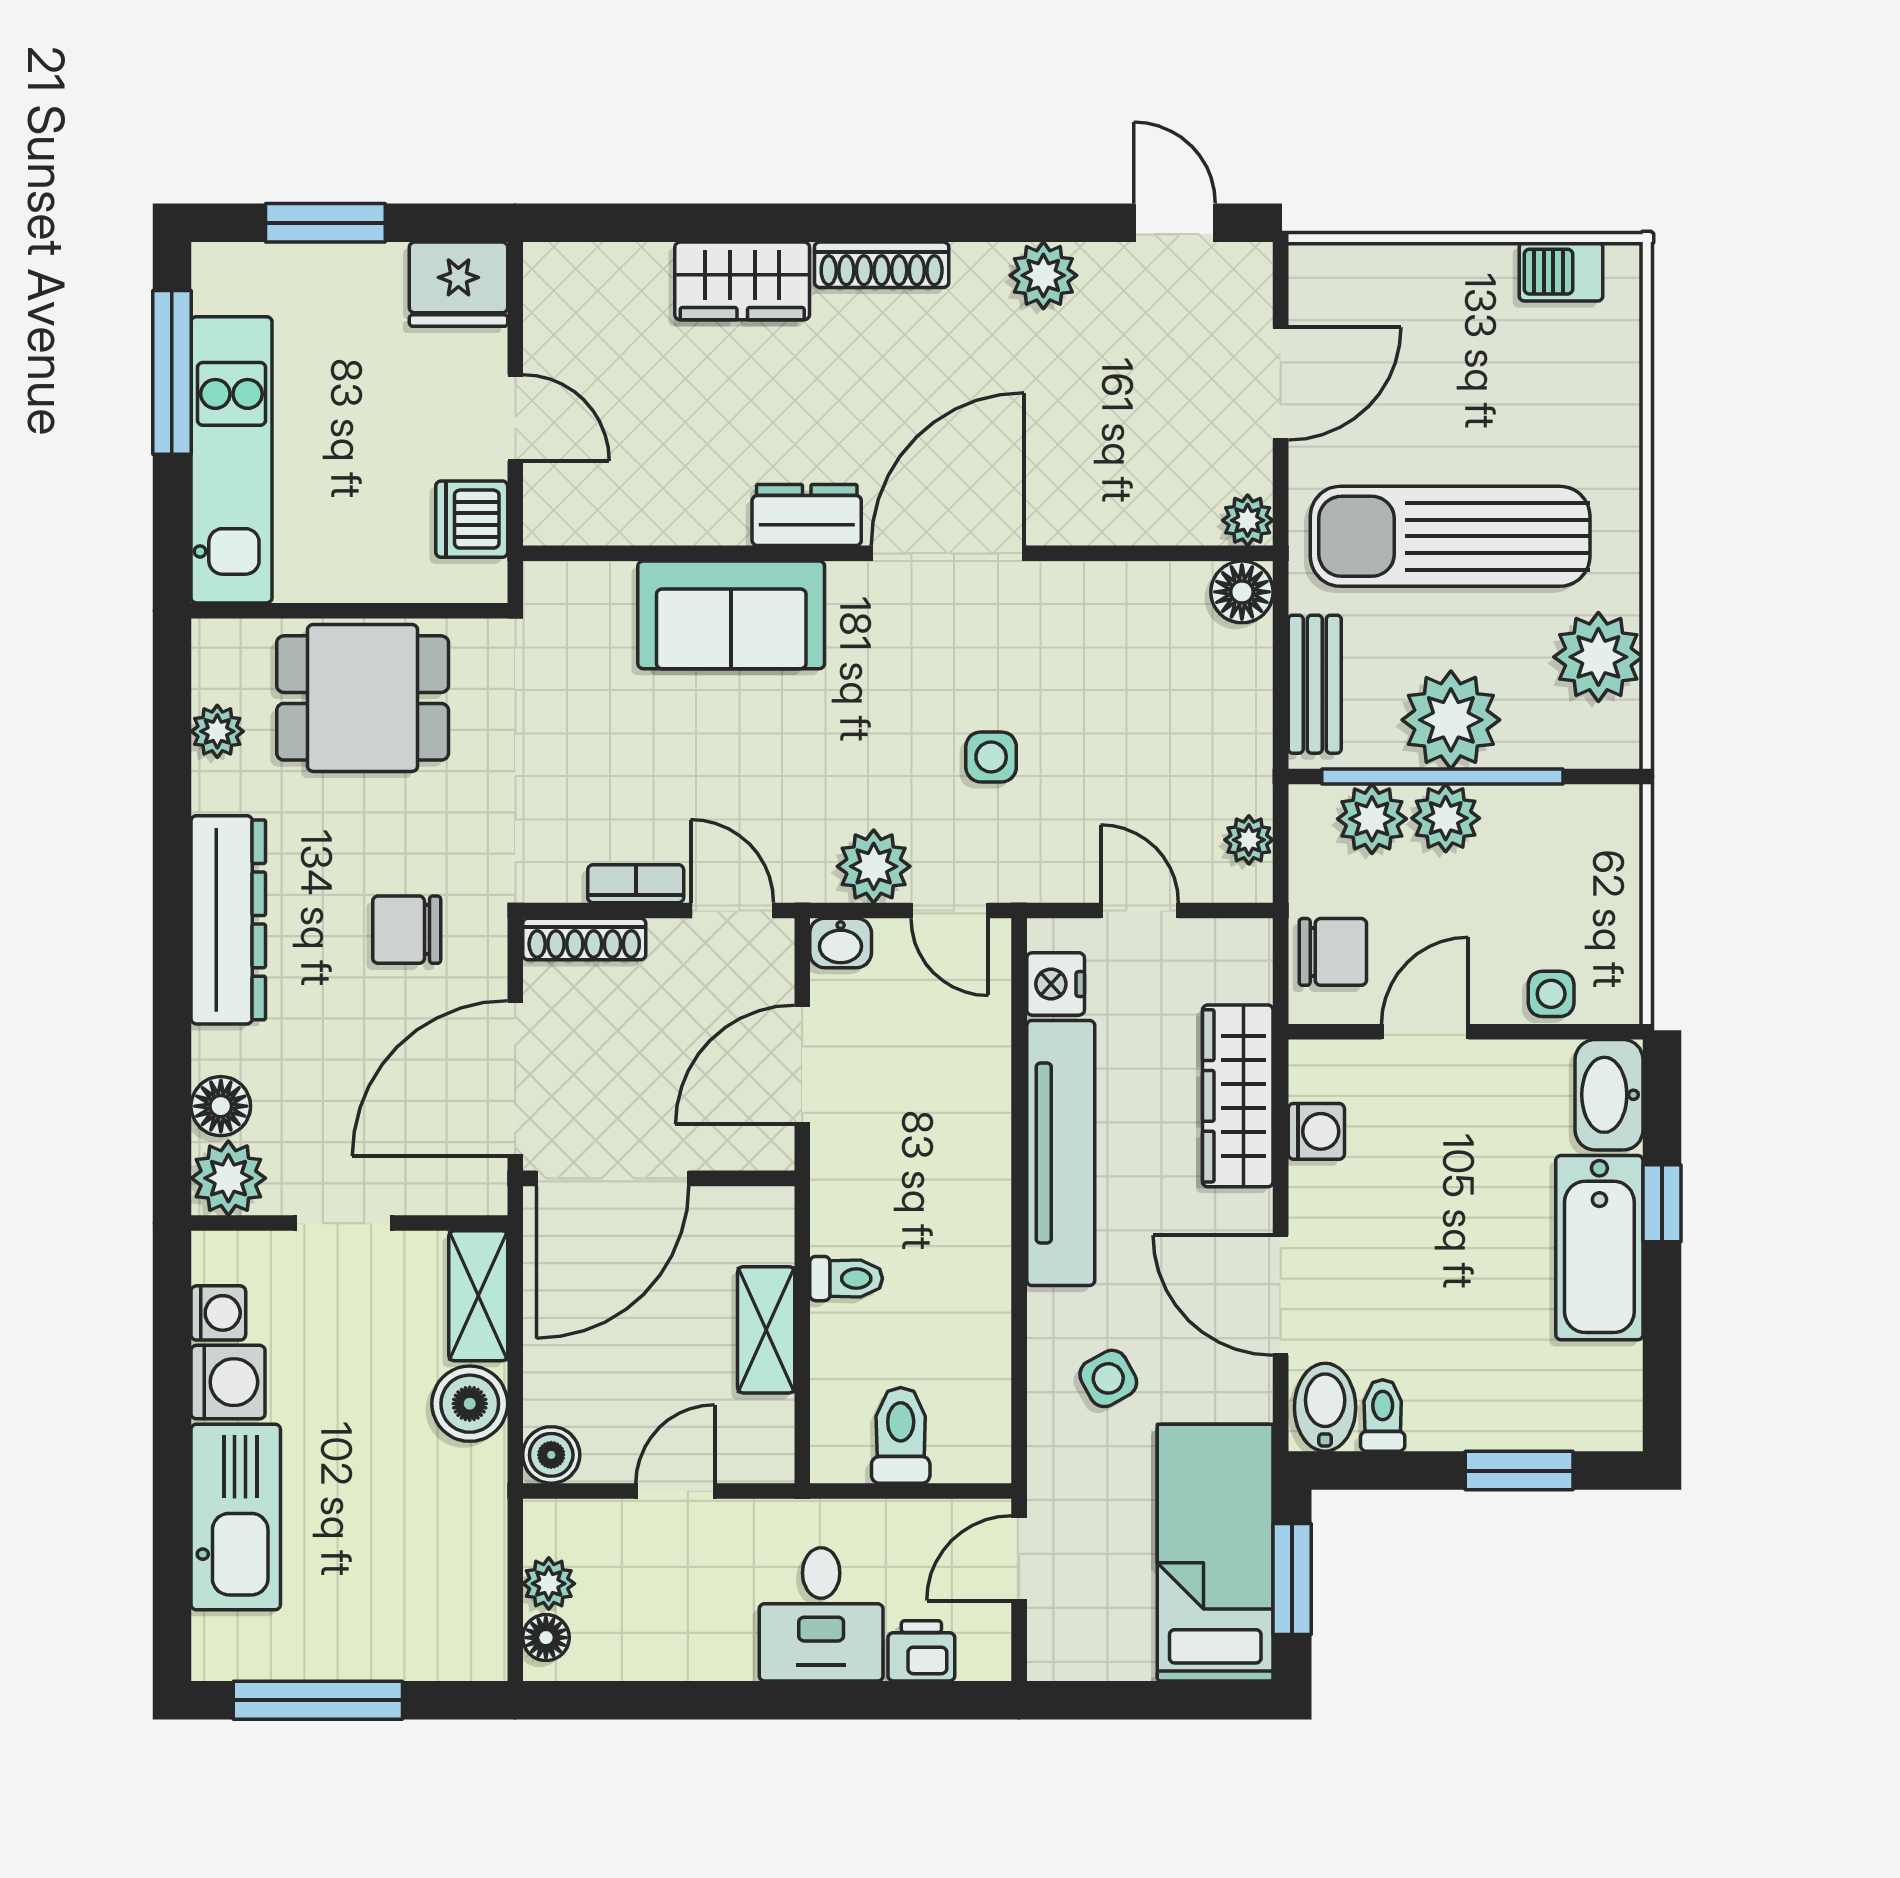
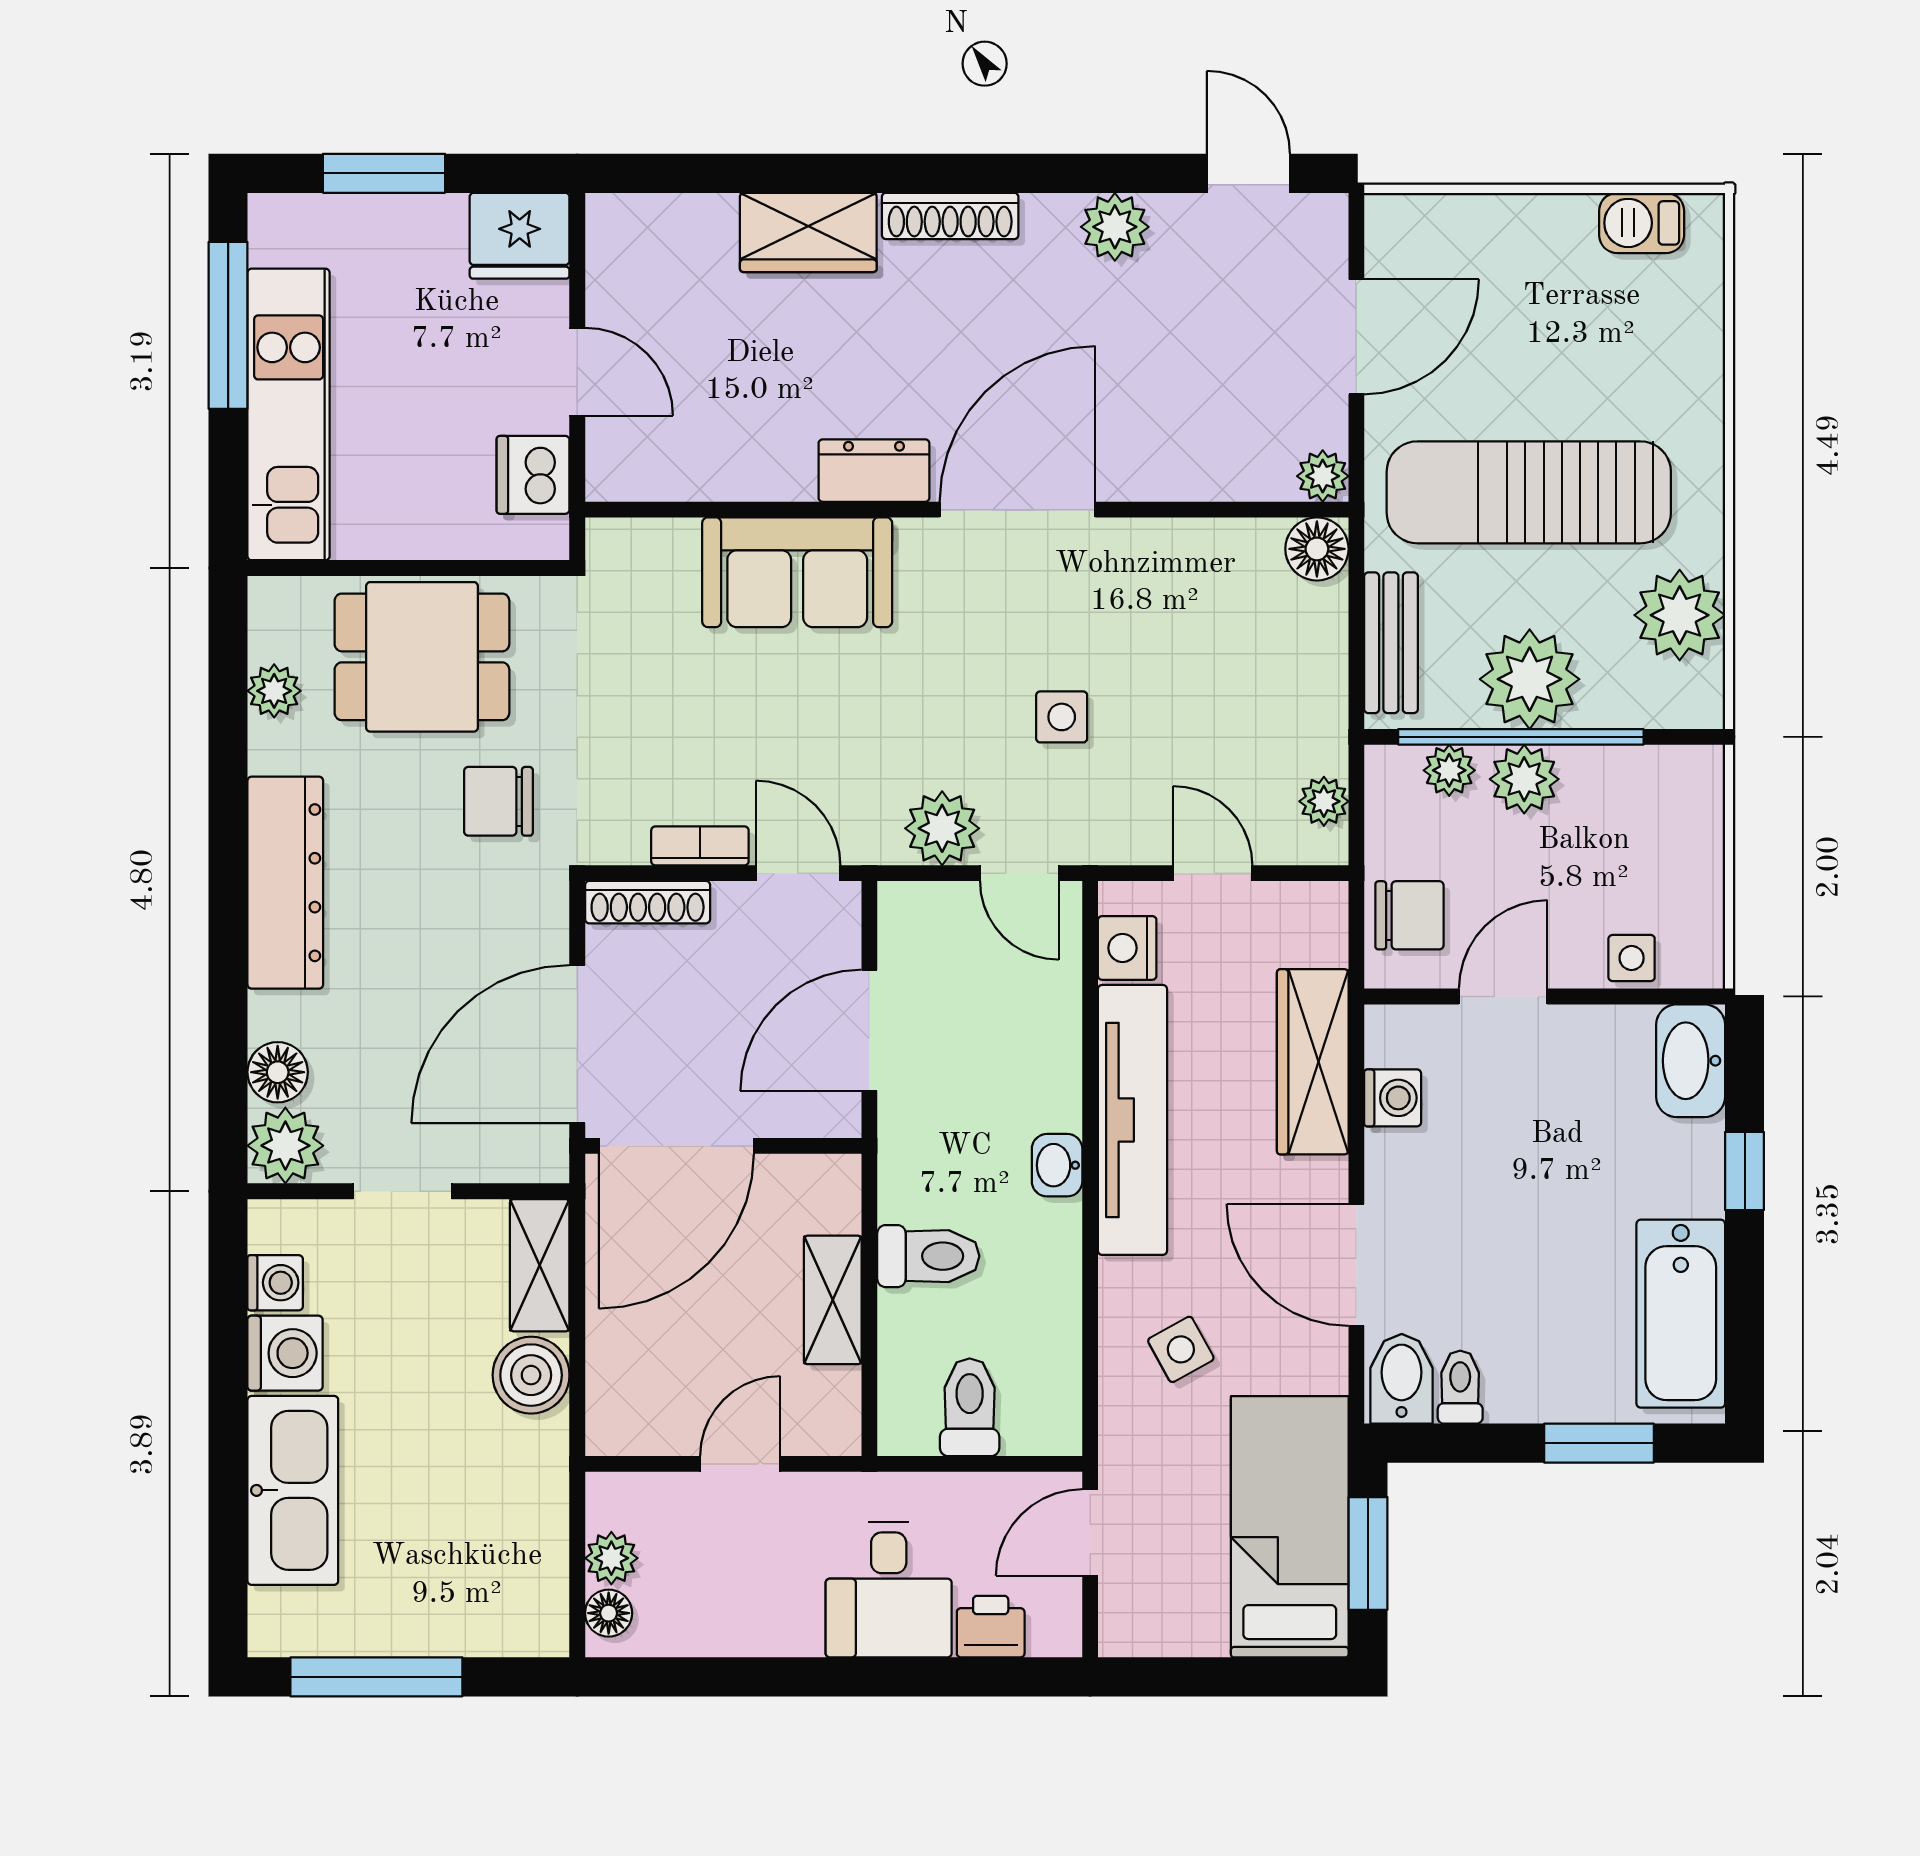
plant: (1372, 819) -> (1449, 770), width x0.73, depth x0.73
chair: (407, 930) -> (498, 801), moved
washbasin: (841, 943) -> (1057, 1165), moved, turned 90
bathtub: (1599, 1248) -> (1681, 1314), moved
toilet: (846, 1279) -> (928, 1256), width x1.37, depth x1.39
boiler: (551, 1455) -> (614, 1427), removed

